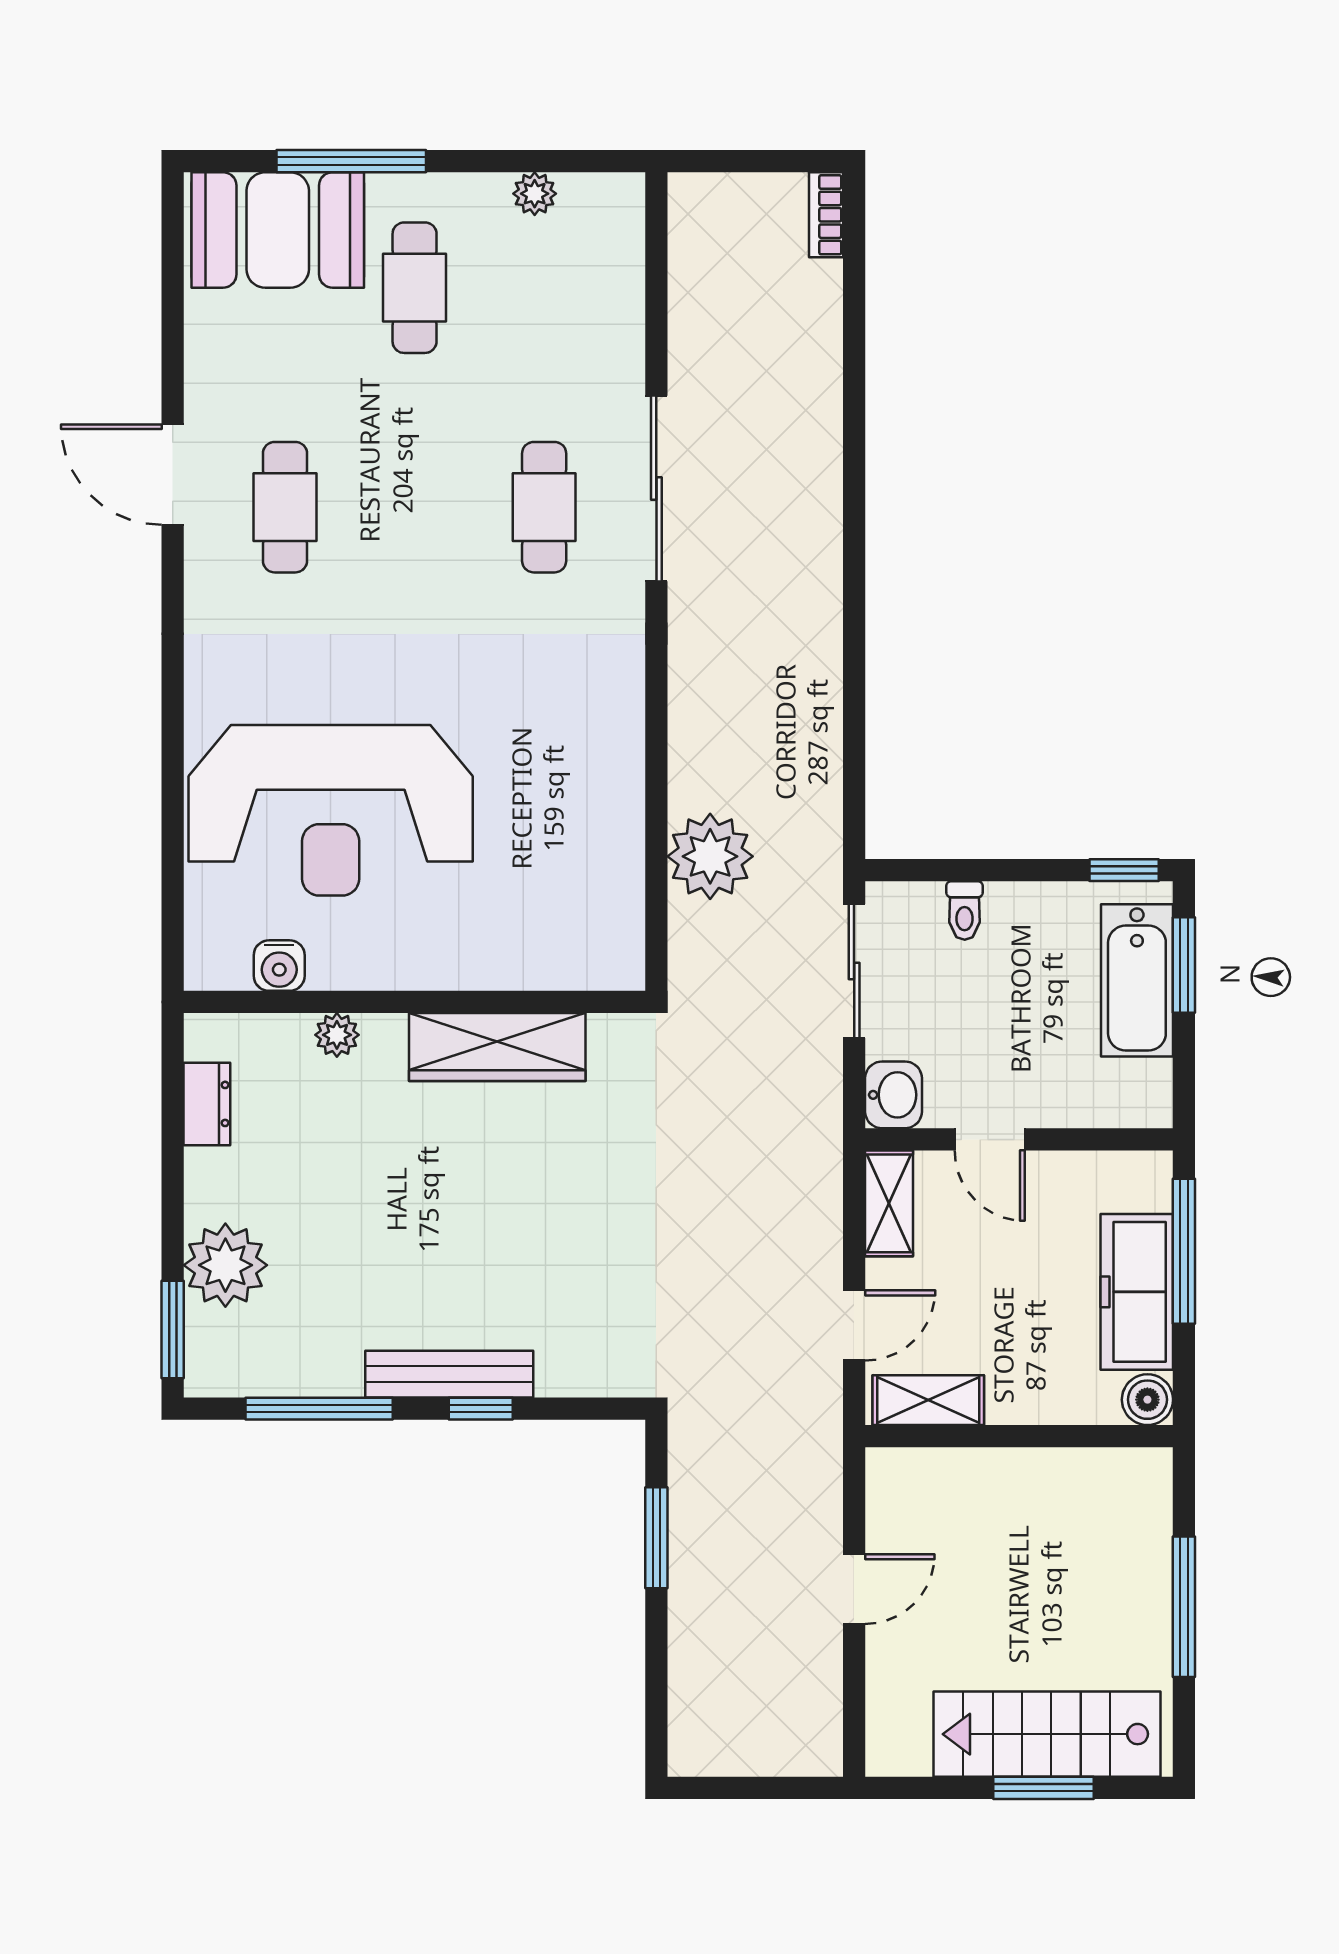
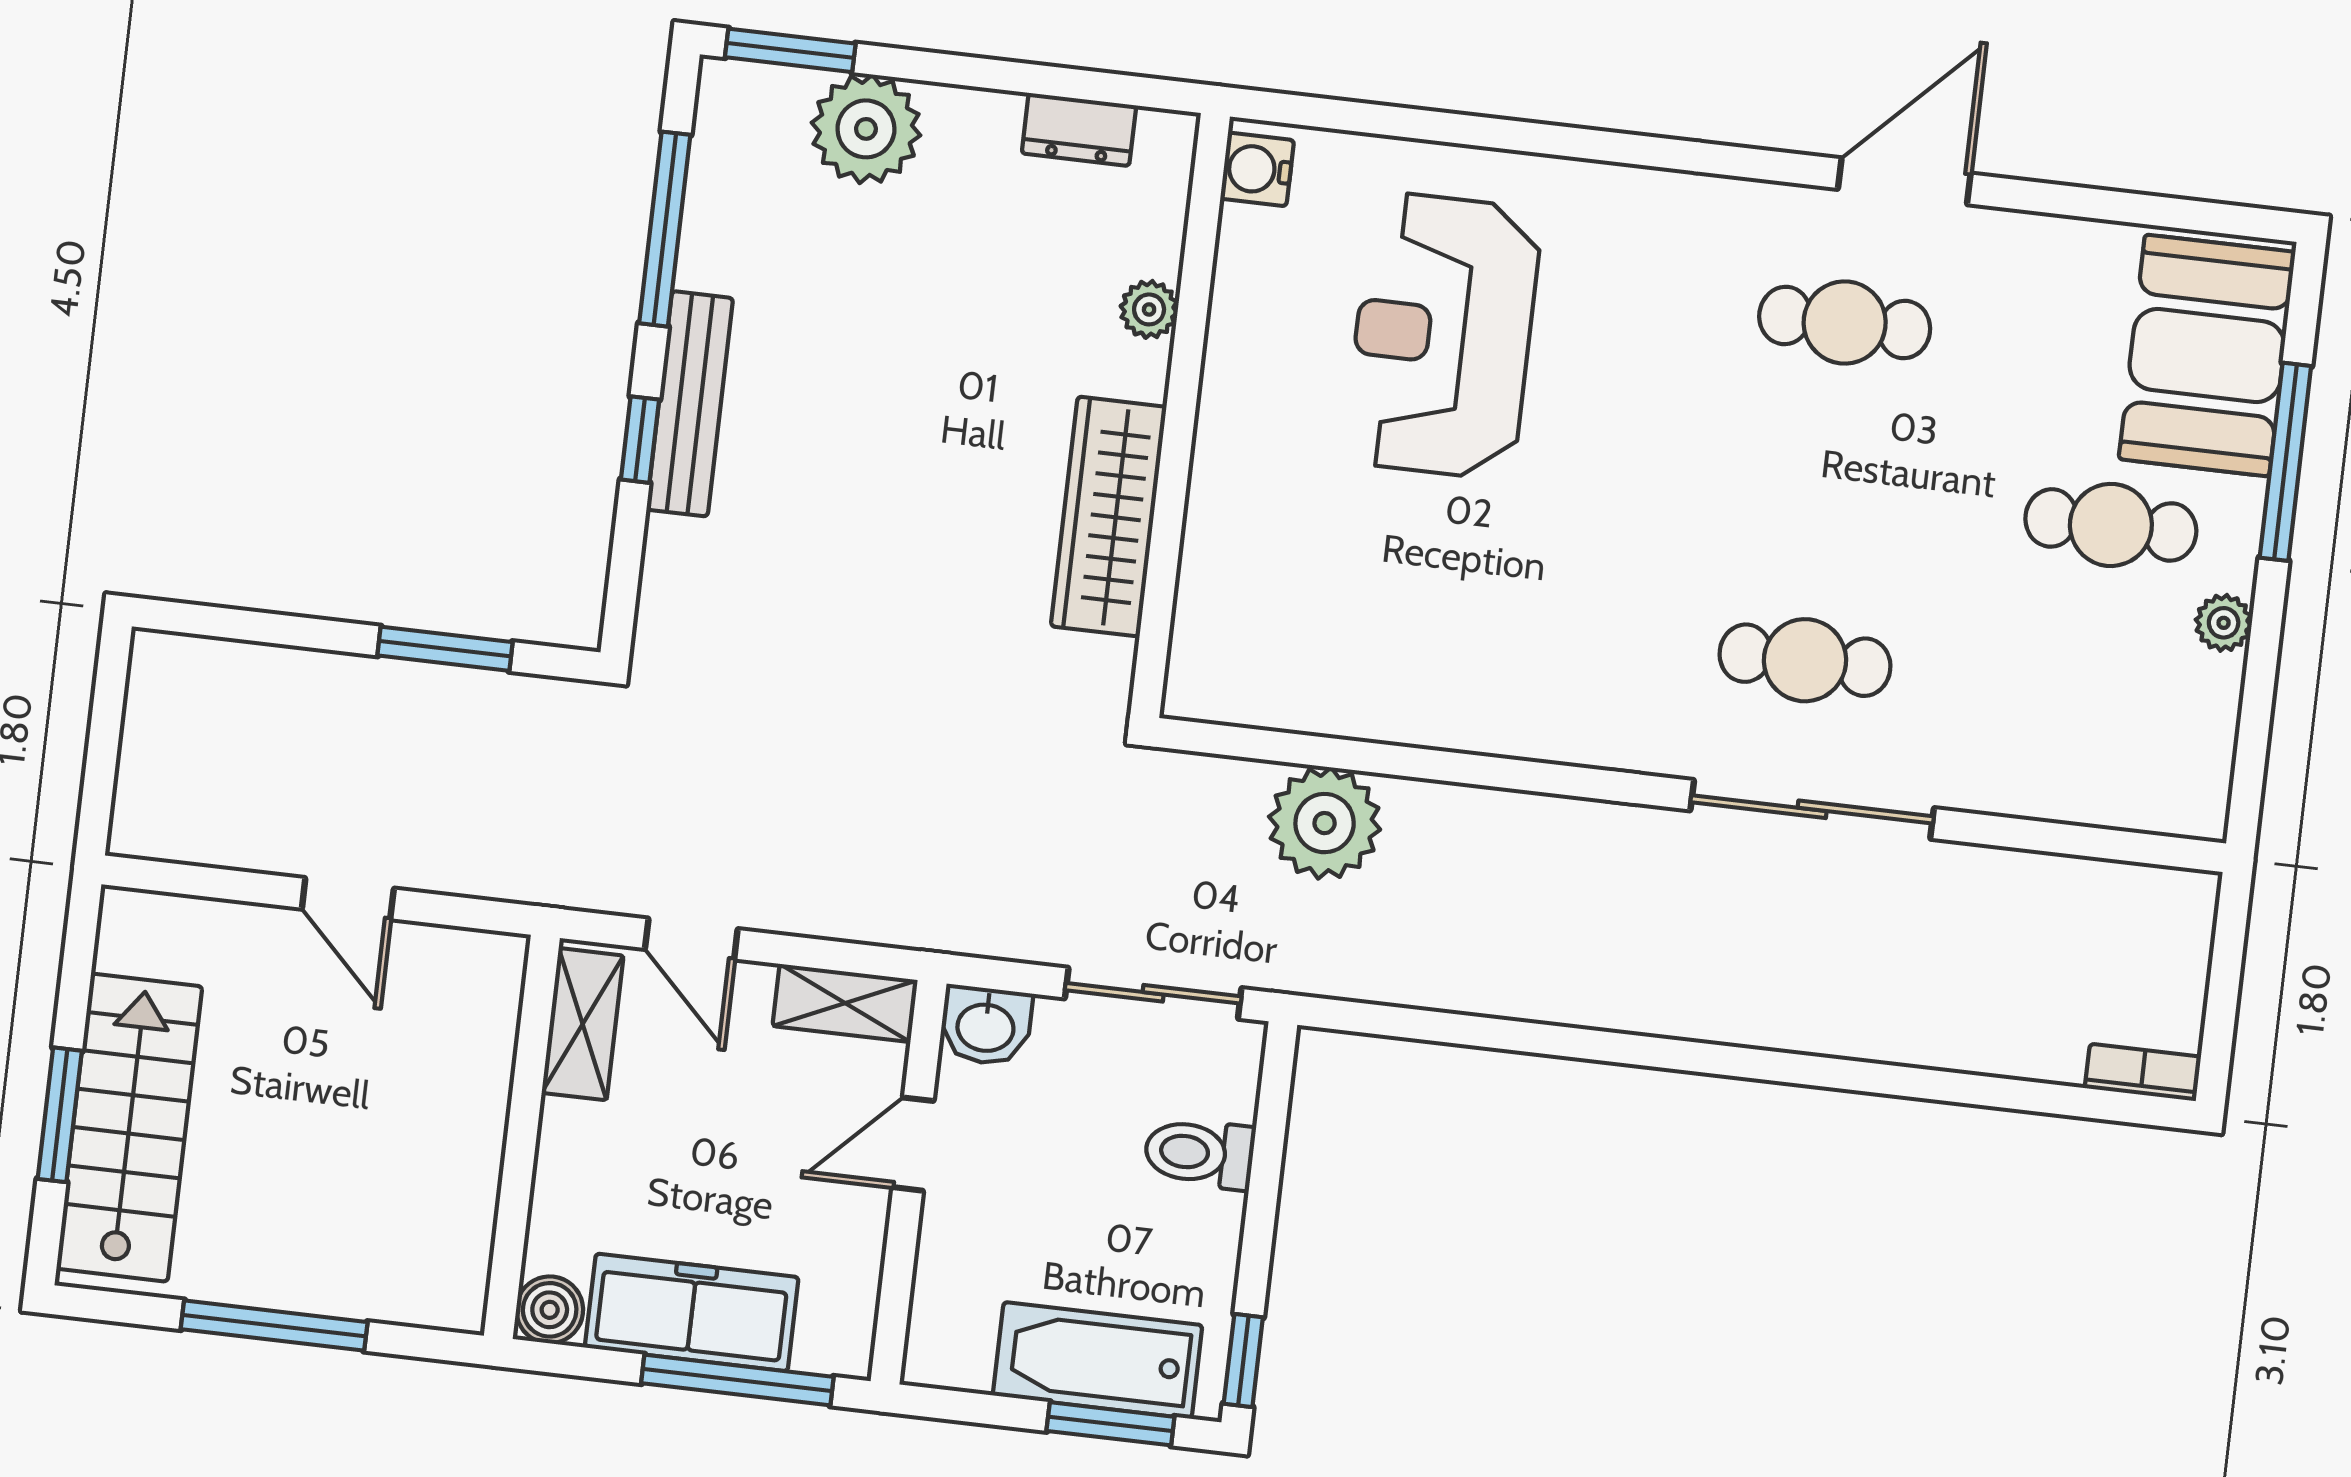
plant: (535, 194) -> (2224, 623), moved
reception desk: (331, 810) -> (1443, 336), width x0.74, depth x0.77
toilet: (965, 910) -> (1199, 1153), width x1.37, depth x1.39
water cooler: (279, 966) -> (1257, 169), moved

